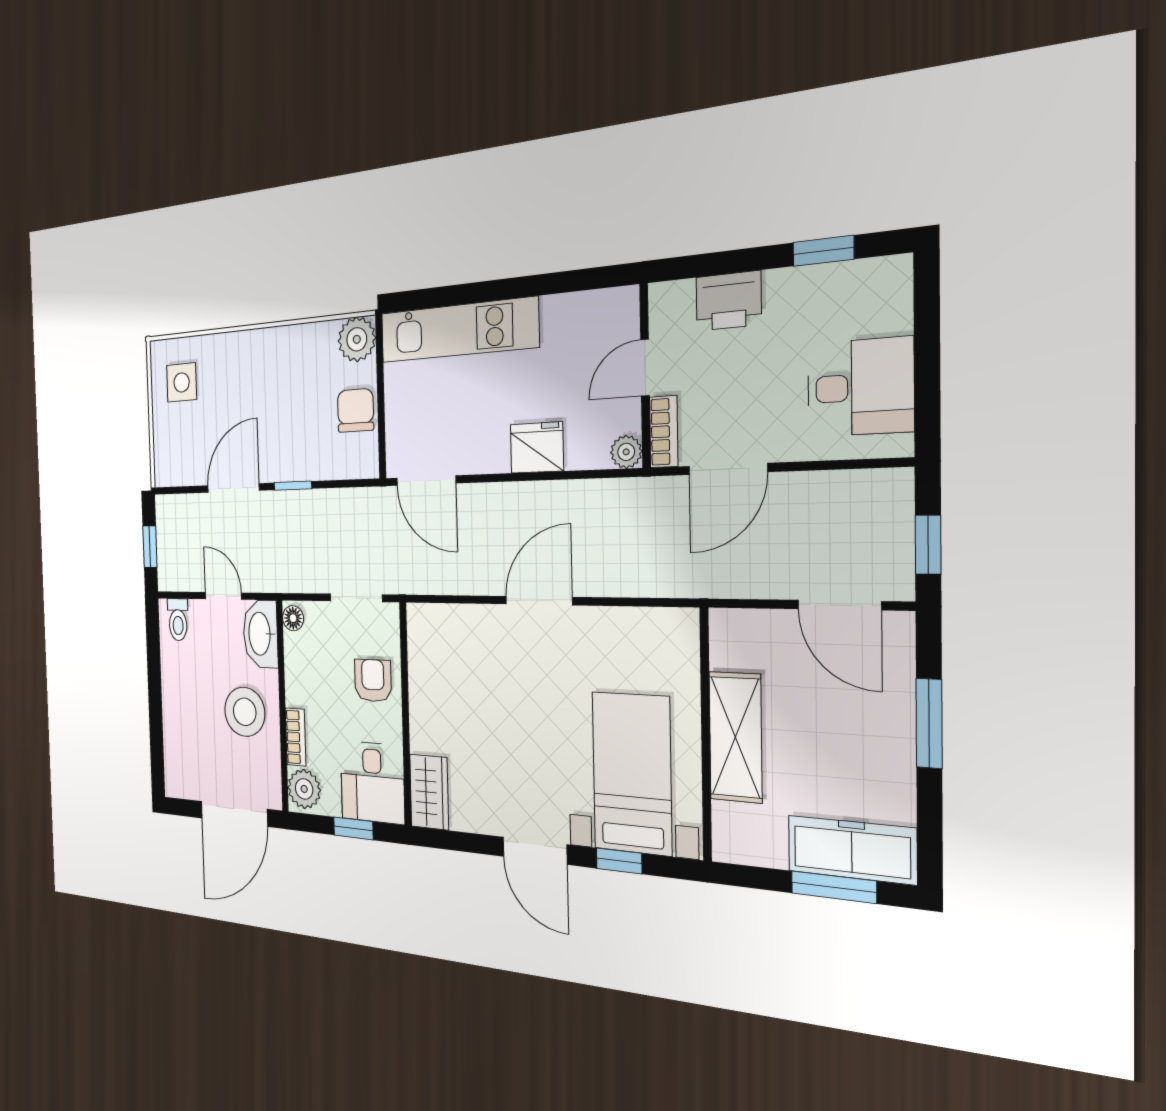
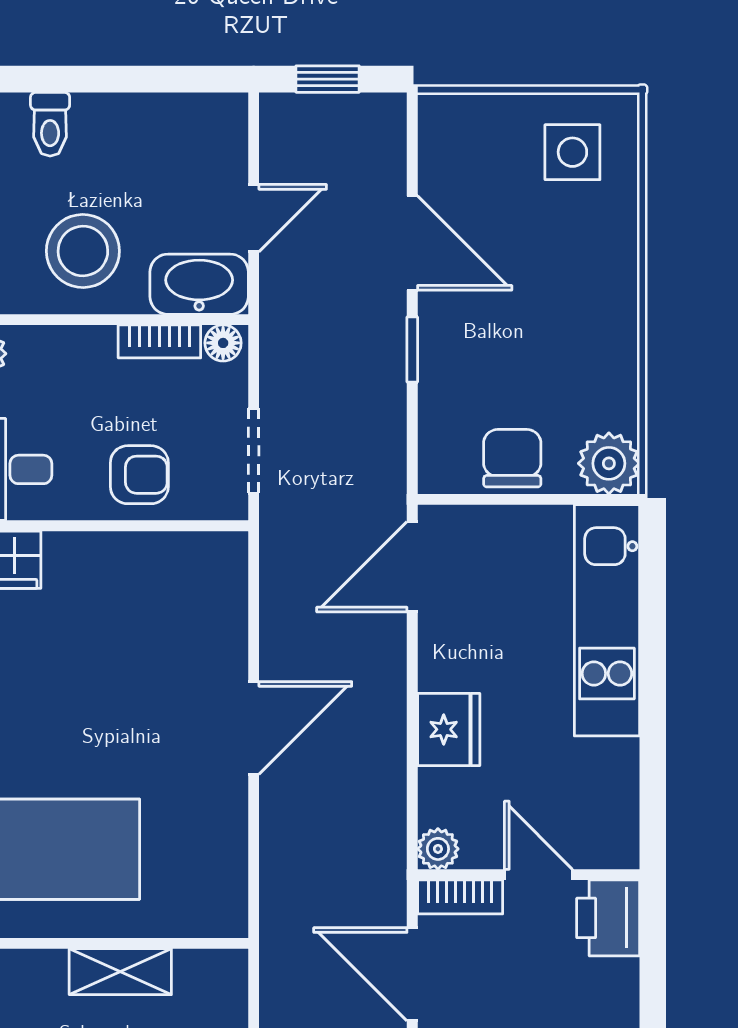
printer: (729, 301) -> (608, 918), moved
chair: (356, 410) -> (512, 458), turned -90
door: (539, 601) -> (254, 728), hinge flipped
toilet: (178, 620) -> (50, 124), moved, turned -90
bookcase: (296, 737) -> (159, 341), moved
shelving: (735, 737) -> (120, 972), width x0.67, depth x0.75

